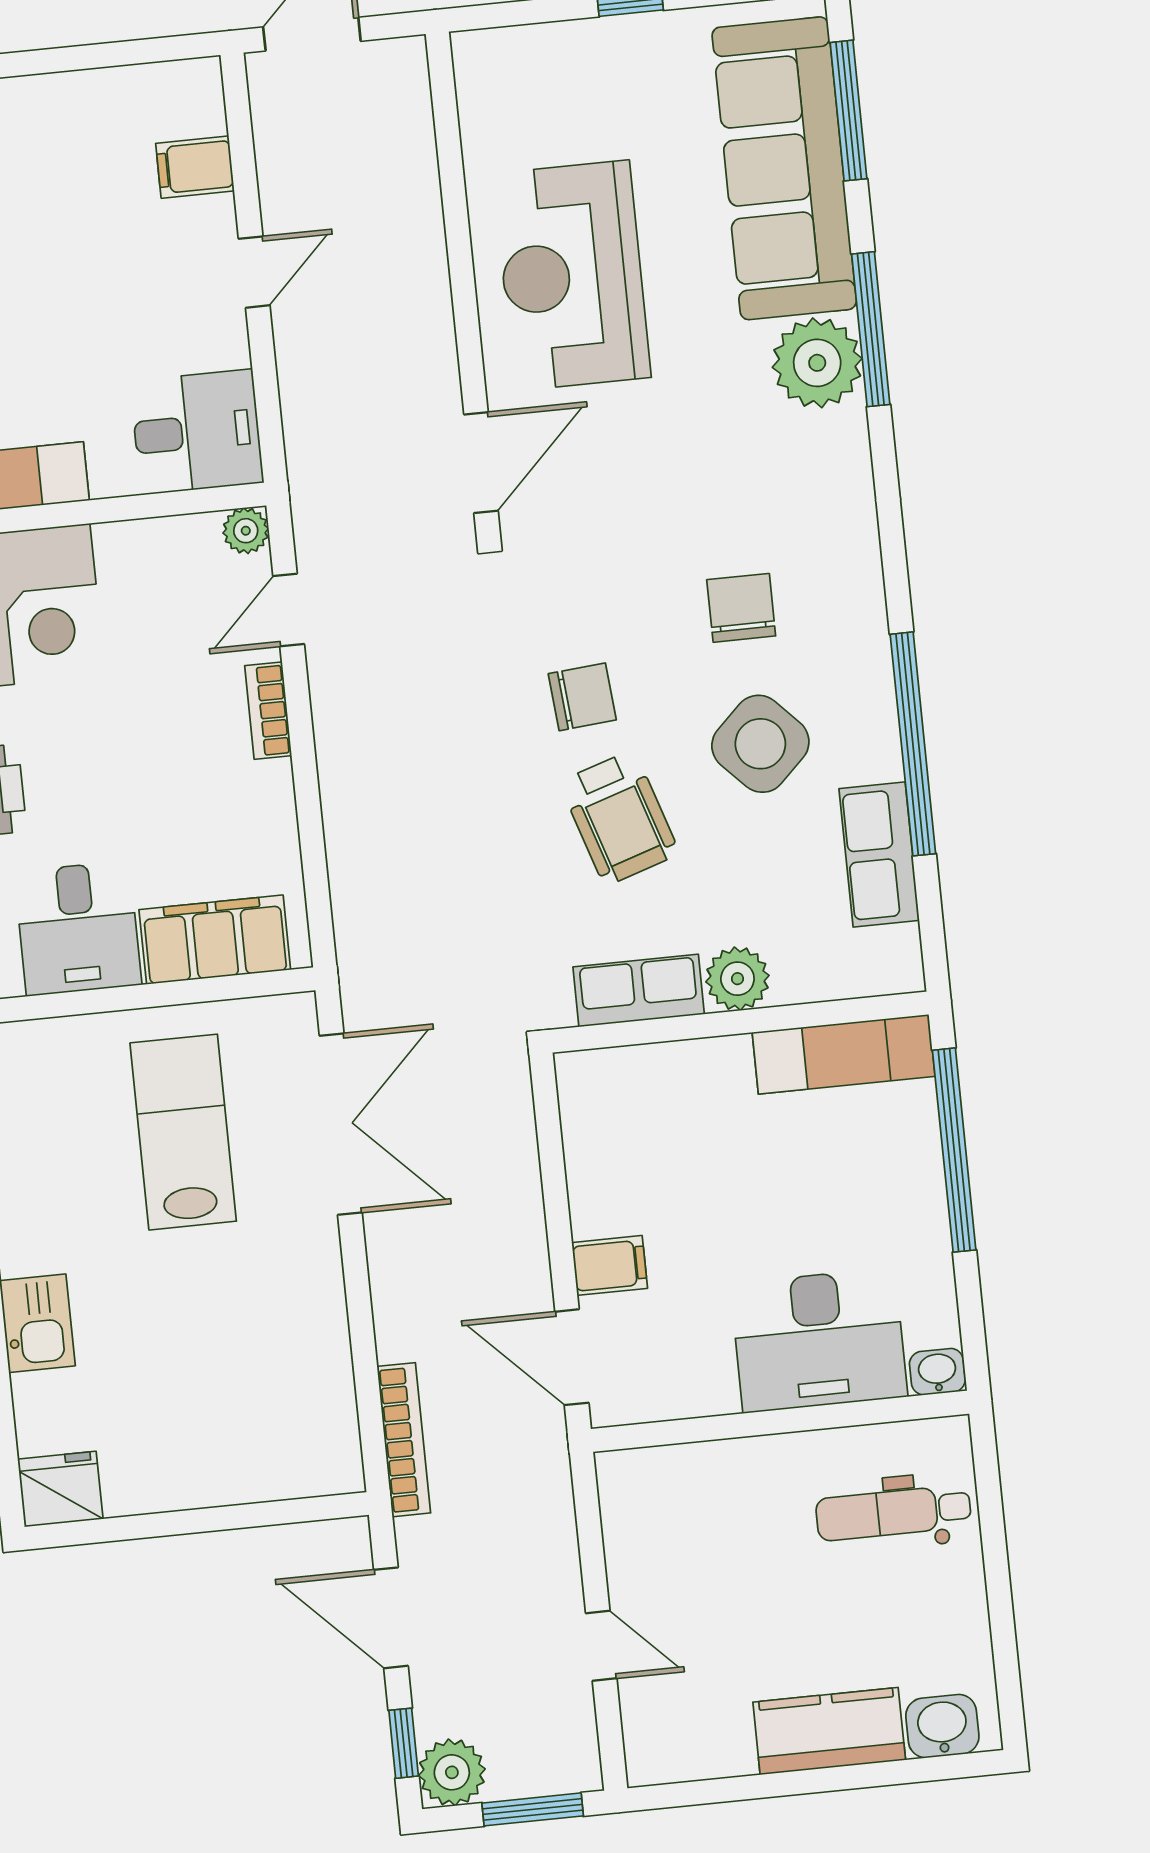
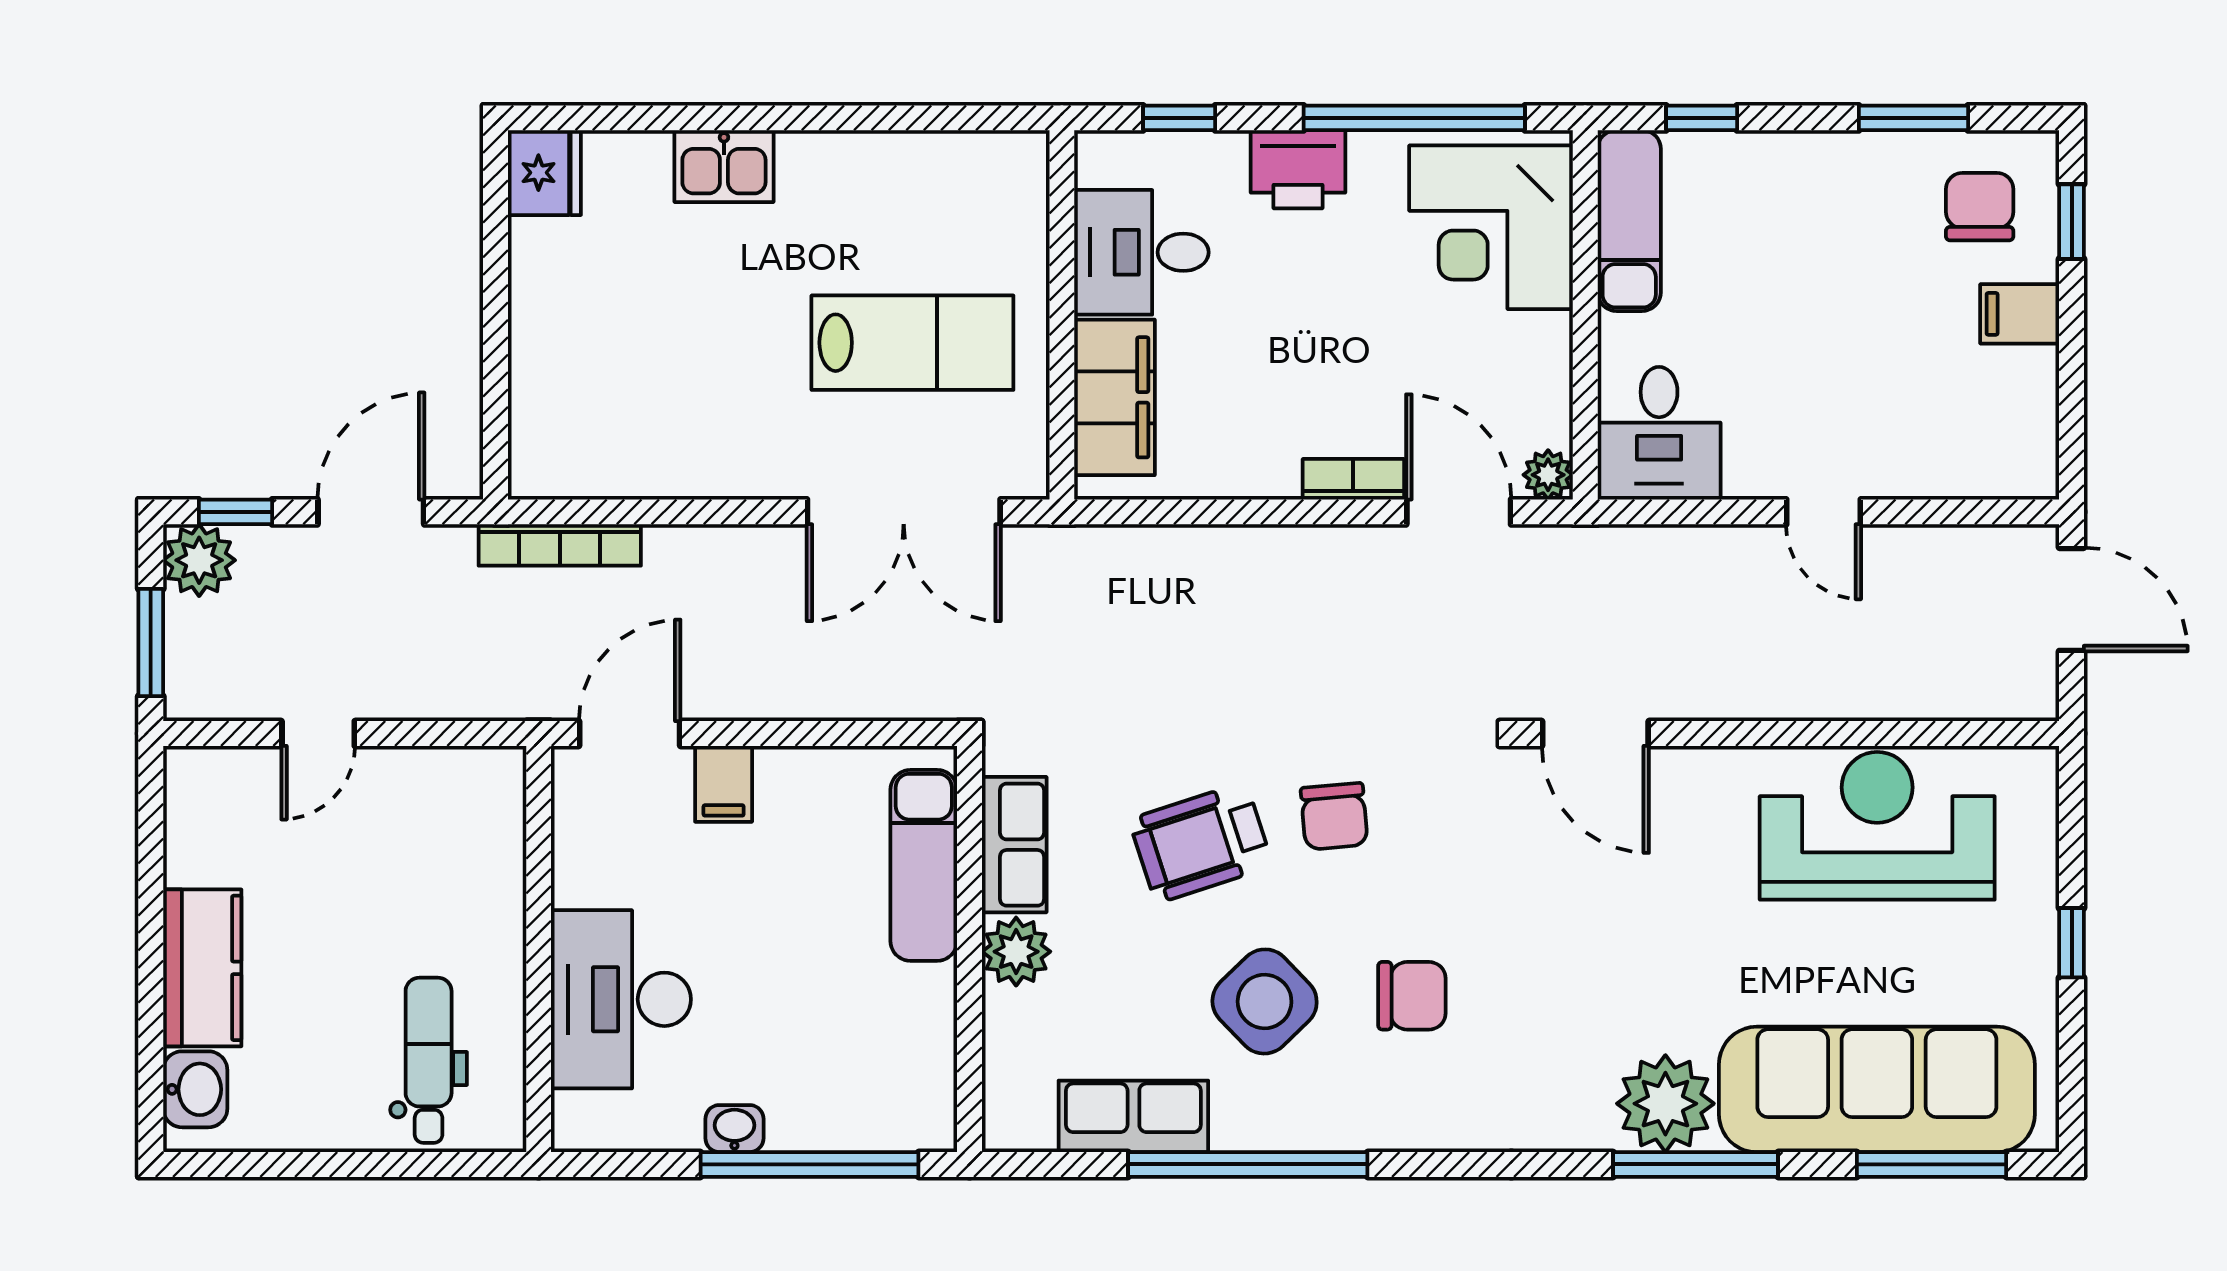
filing cabinet: (195, 167) -> (2020, 314), moved, turned -90
reception desk: (572, 276) -> (1877, 826), moved
door: (289, 610) -> (1459, 512), width x1.38
exam couch: (844, 1054) -> (924, 865), moved
washbasin: (937, 1372) -> (734, 1129), moved, turned -90

